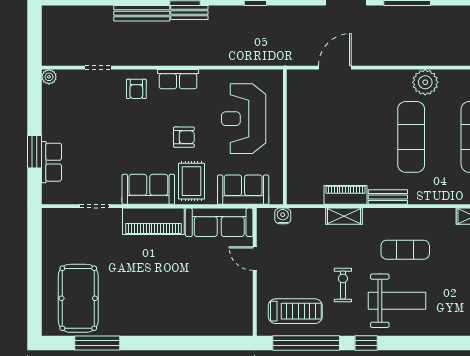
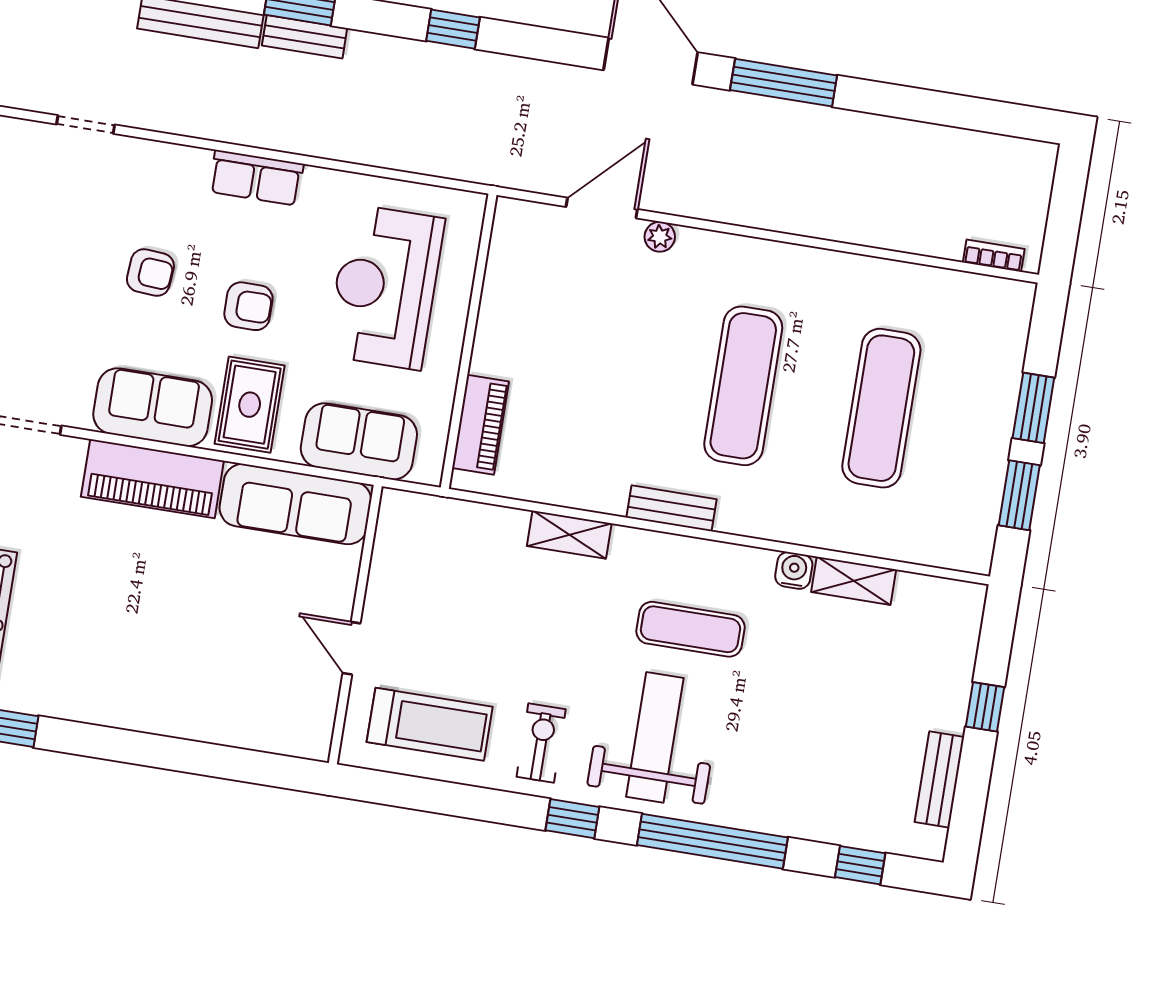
plant: (425, 82) -> (660, 237), moved, width x0.53, depth x0.53
armchair: (136, 89) -> (150, 273), moved, turned -86
piano: (345, 195) -> (481, 425), moved, turned 90
water cooler: (283, 216) -> (794, 570), moved
door: (255, 259) -> (351, 648), moved
exercise bike: (343, 285) -> (541, 743), moved
weight bench: (397, 301) -> (655, 737), turned -90
window: (306, 343) -> (712, 841), moved

